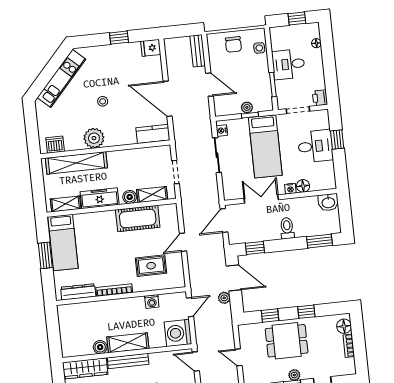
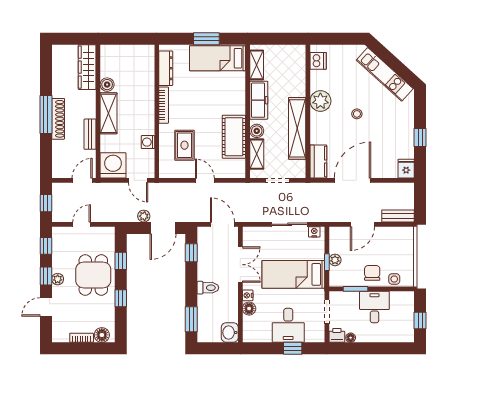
floor lamp: (316, 43) -> (351, 338), moved
chair: (233, 44) -> (372, 273), moved, turned 90
shelving: (76, 163) -> (297, 128), moved
bench: (128, 361) -> (90, 134), moved, width x0.73

